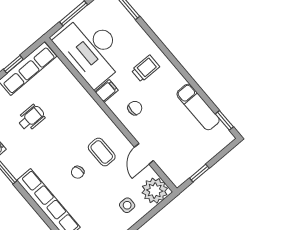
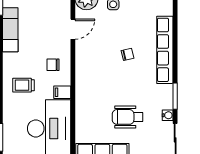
wheelchair: (31, 118) -> (128, 117), width x1.36, depth x1.37
coffee table: (102, 152) -> (100, 54), removed

